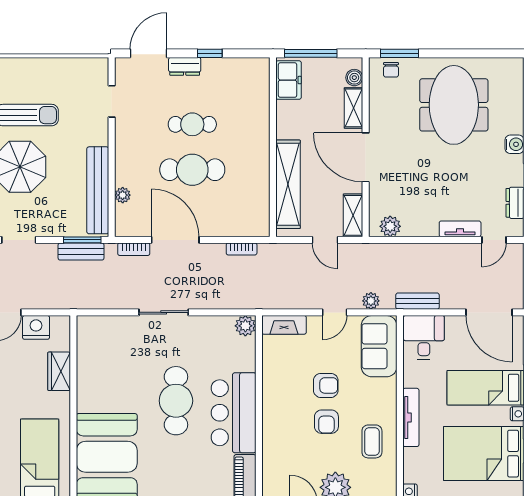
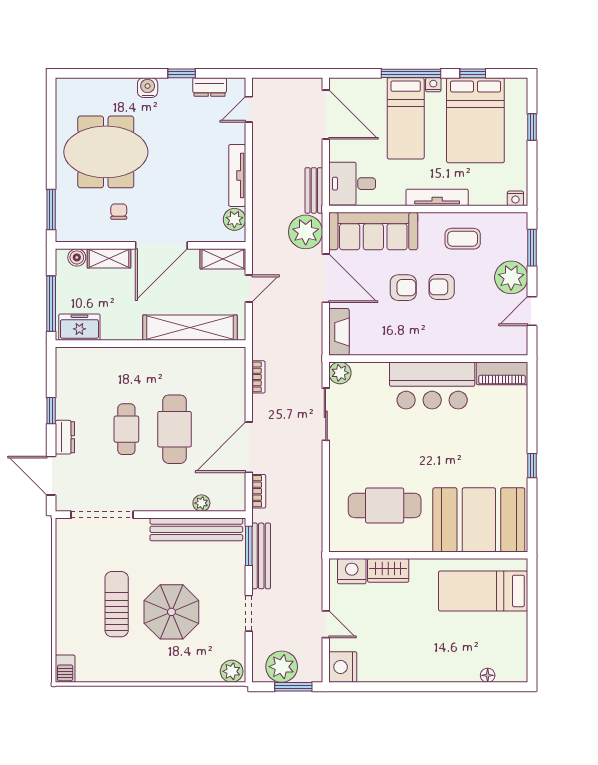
chair: (391, 70) -> (119, 212), moved, turned -90
doorway: (112, 101) -> (102, 515), width x1.88
tv unit: (460, 229) -> (237, 175), moved, width x1.41
door: (494, 240) -> (249, 109), swing flipped
bench: (81, 251) -> (261, 556), width x1.36
plant: (371, 301) -> (306, 232), width x1.88, depth x1.88
sliding door: (164, 312) -> (326, 414), moved
door: (335, 312) -> (326, 278), width x1.88
door: (489, 312) -> (326, 115), hinge flipped
nightstand: (36, 327) -> (352, 571), moved, turned 90
sofa: (379, 346) -> (373, 231), width x1.36
armchair: (326, 385) -> (403, 288), turned 90
cafe table: (176, 401) -> (385, 505), moved
armchair: (326, 422) -> (442, 287), turned 180

